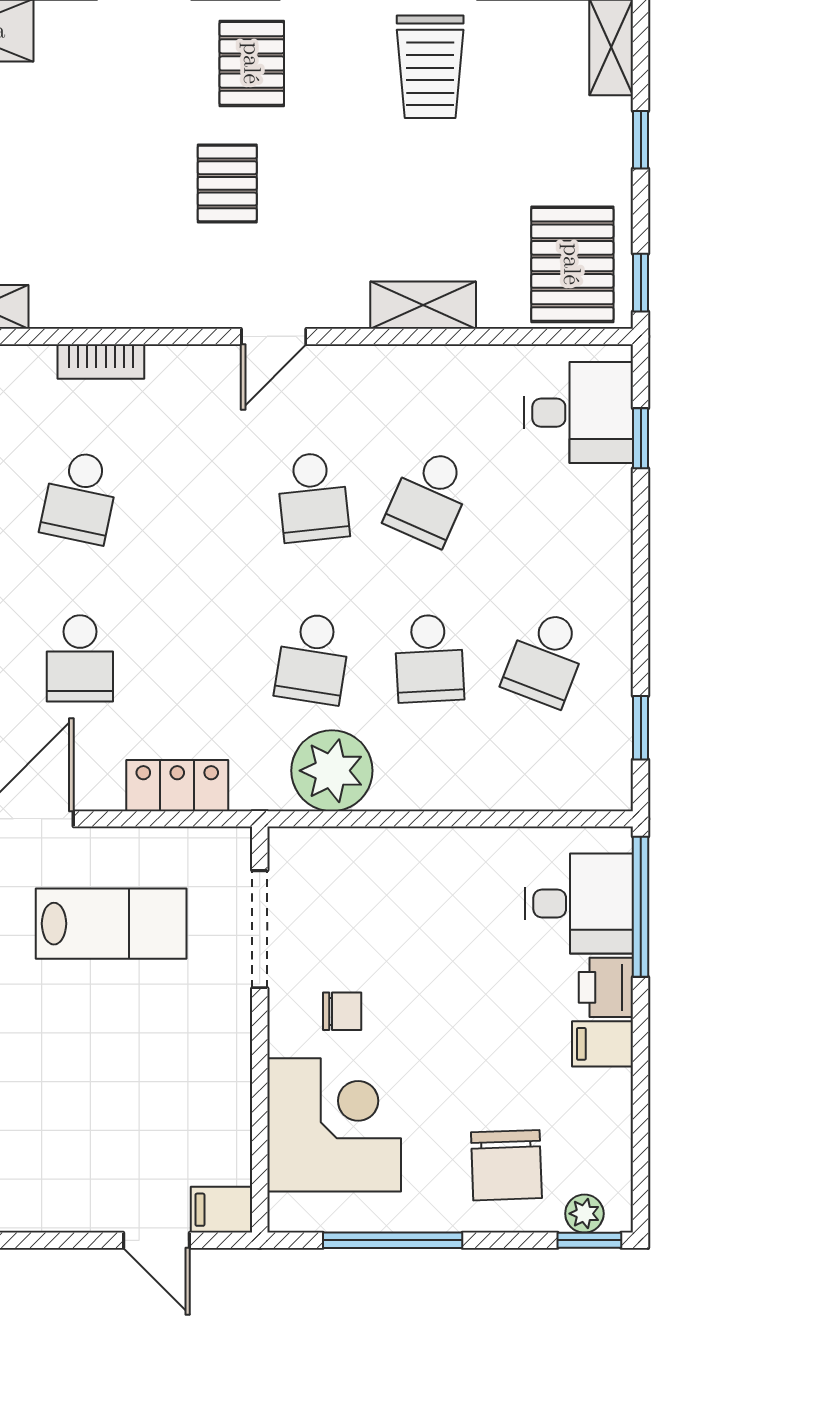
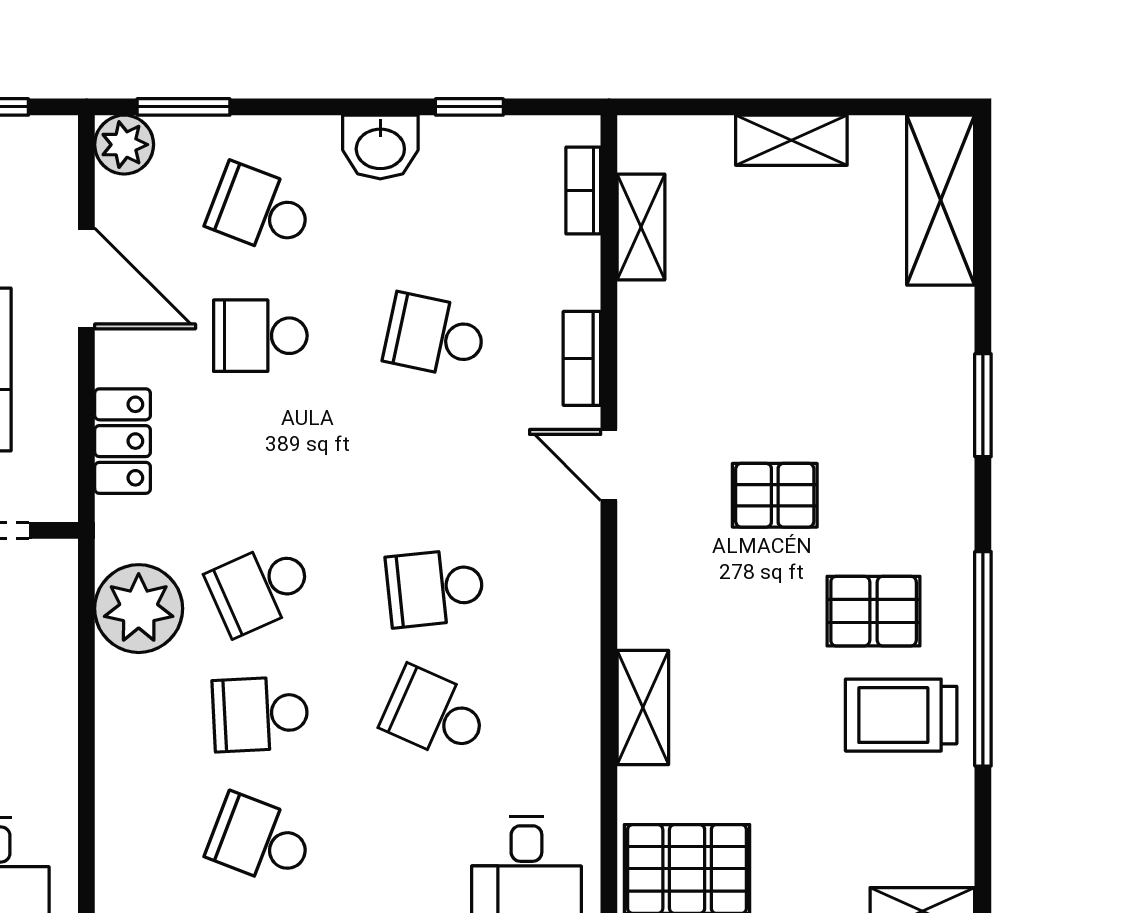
pallet: (252, 63) -> (874, 611), moved
door: (274, 336) -> (609, 465), moved
school desk: (313, 658) -> (260, 588), turned -33

